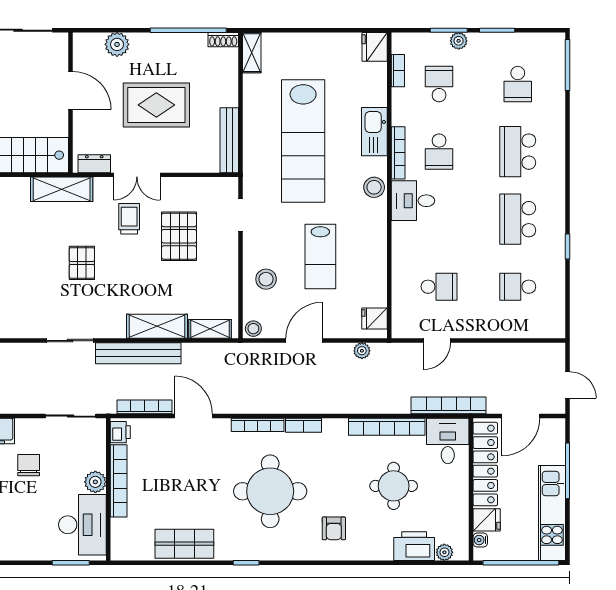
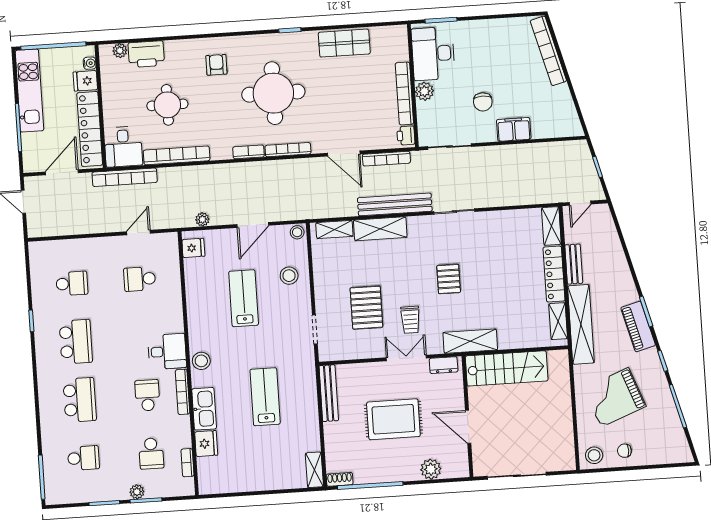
fridge: (375, 47) -> (206, 444), moved
school desk: (518, 84) -> (83, 458), turned 90
lab bench: (303, 141) -> (265, 397), width x0.54, depth x0.72

